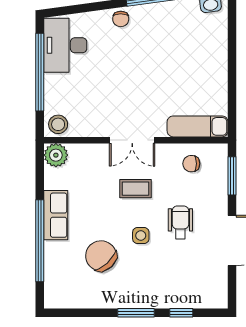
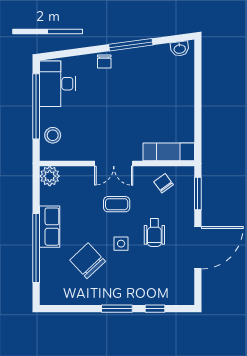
stool: (58, 124) -> (53, 135), moved
chair: (191, 164) -> (164, 183), turned 54
wheelchair: (180, 222) -> (154, 233), turned 180

